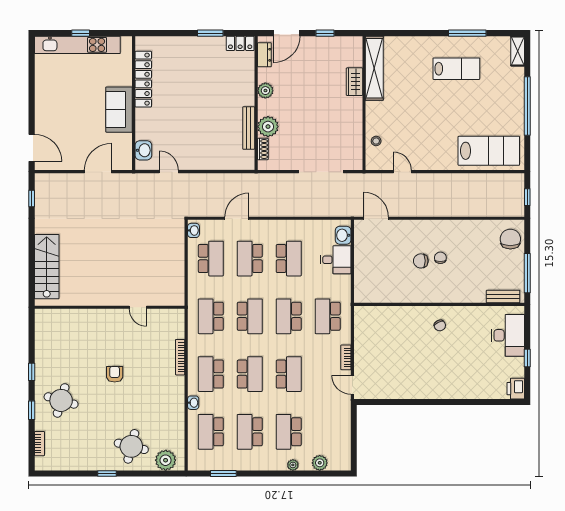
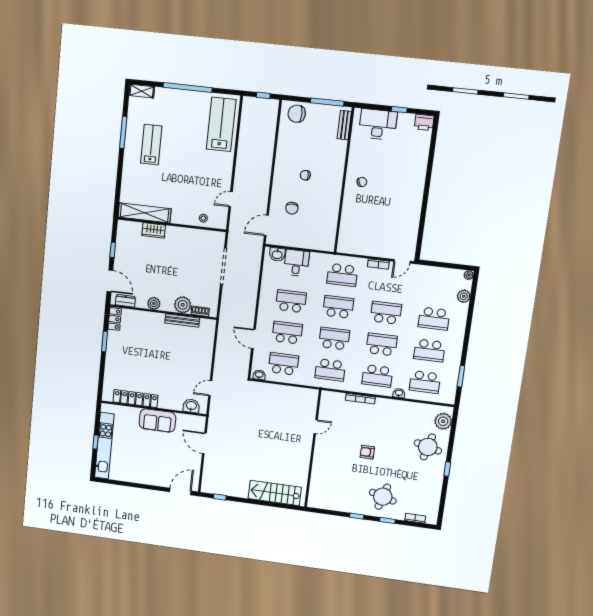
school desk: (250, 259) -> (287, 333), turned 180
chair: (421, 261) -> (292, 208), moved
school desk: (289, 316) -> (338, 307), turned 180
plant: (293, 465) -> (469, 275), moved

